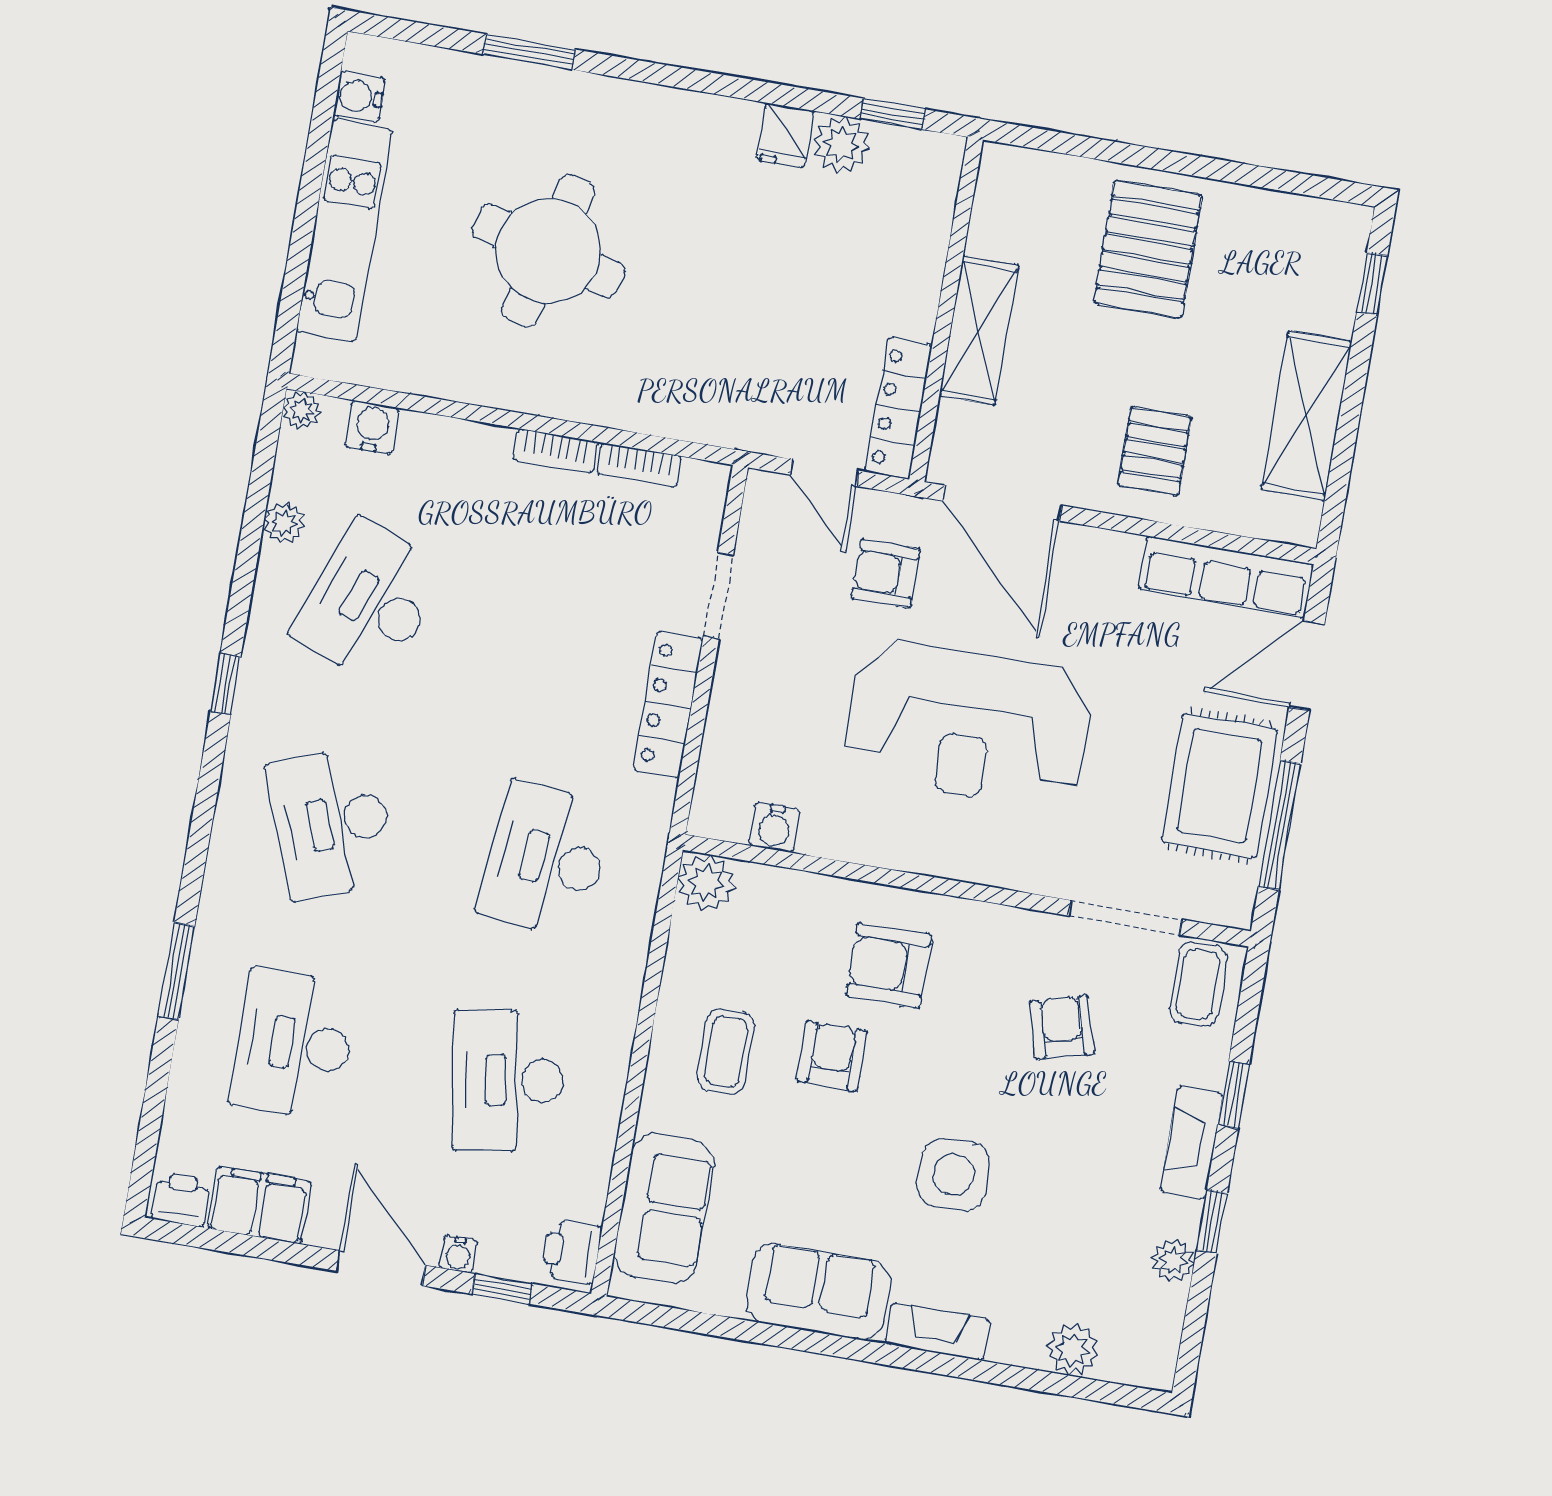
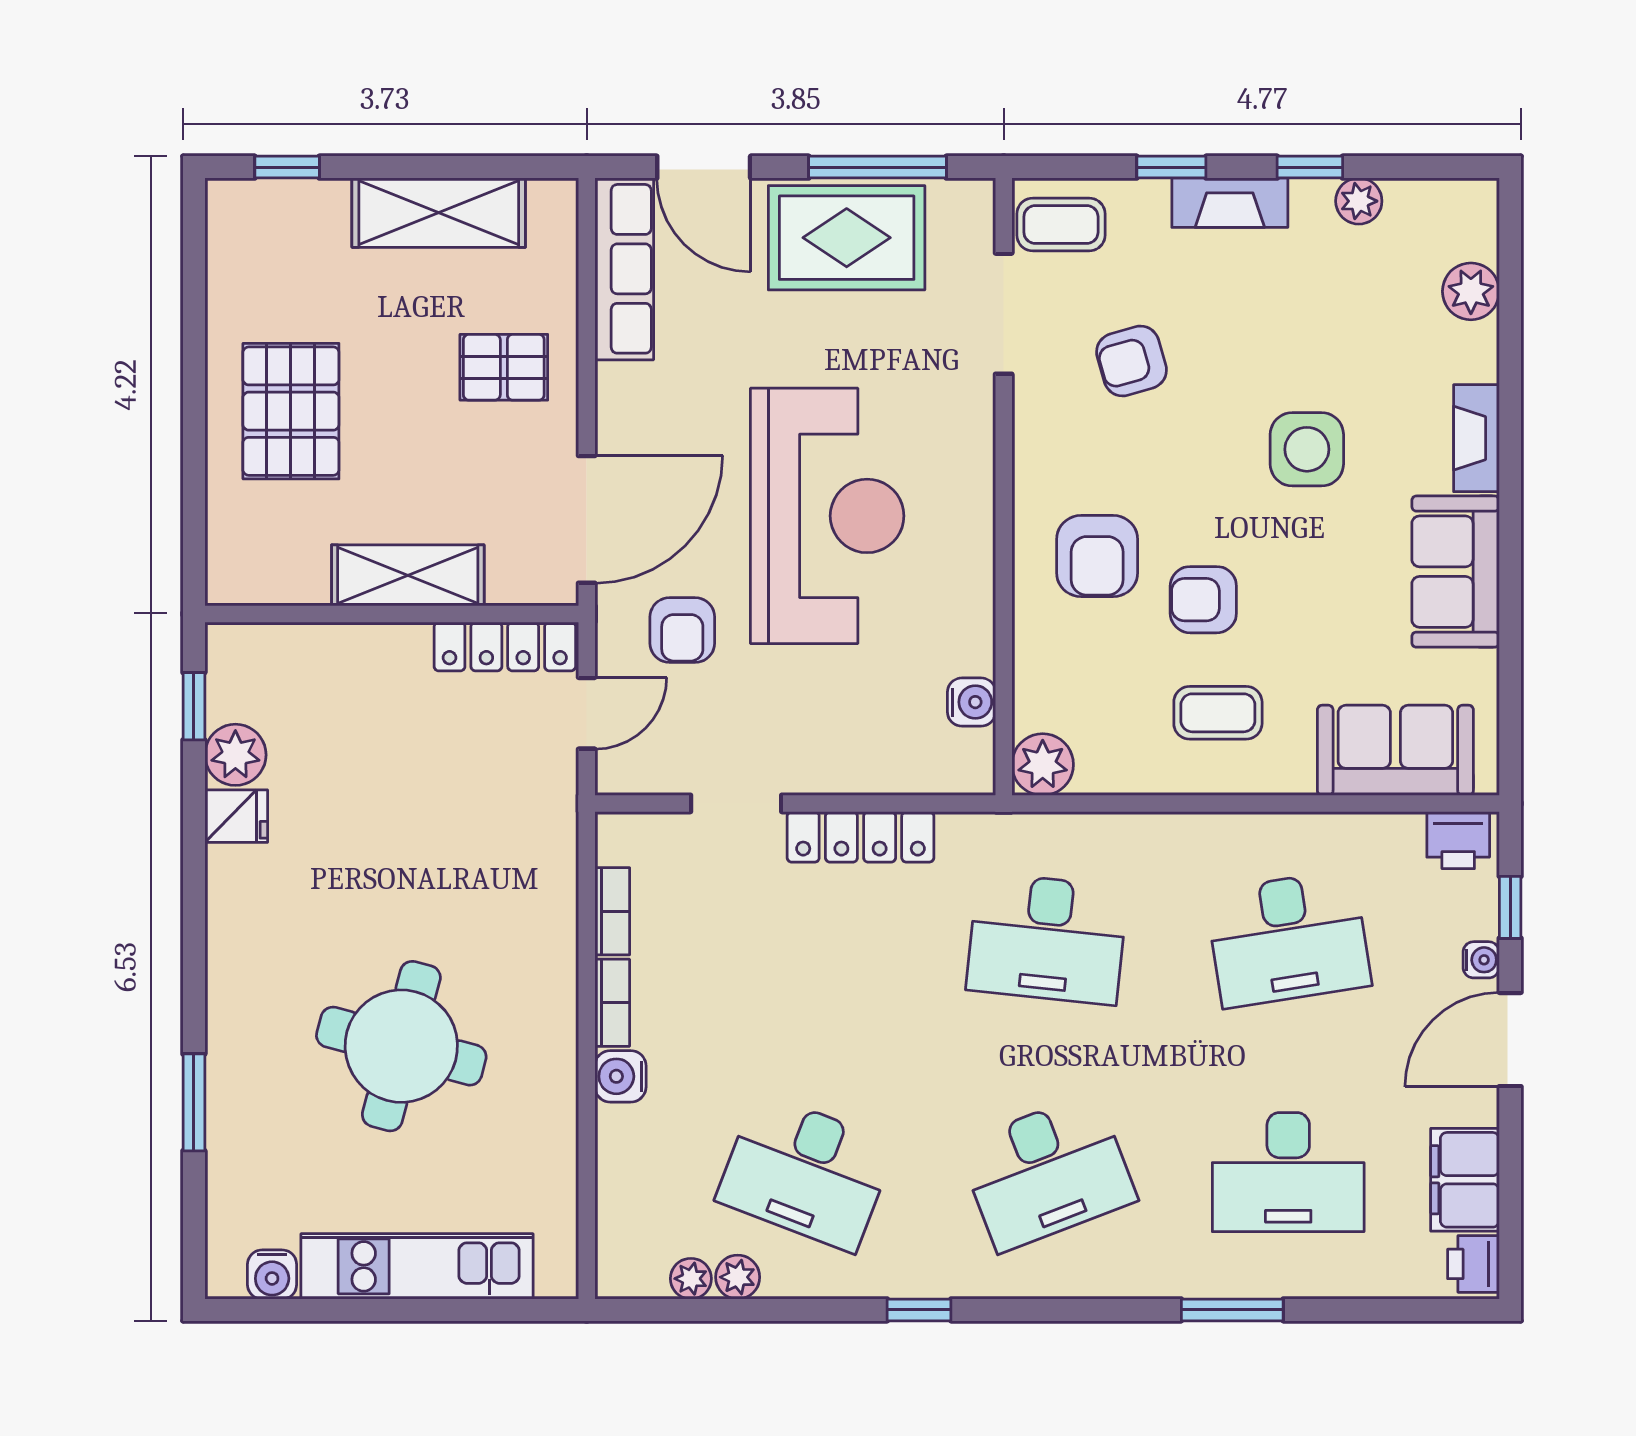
pallet: (1148, 249) -> (291, 411), turned 90
plant: (302, 410) -> (691, 1279), moved
water cooler: (372, 427) -> (620, 1076), moved

